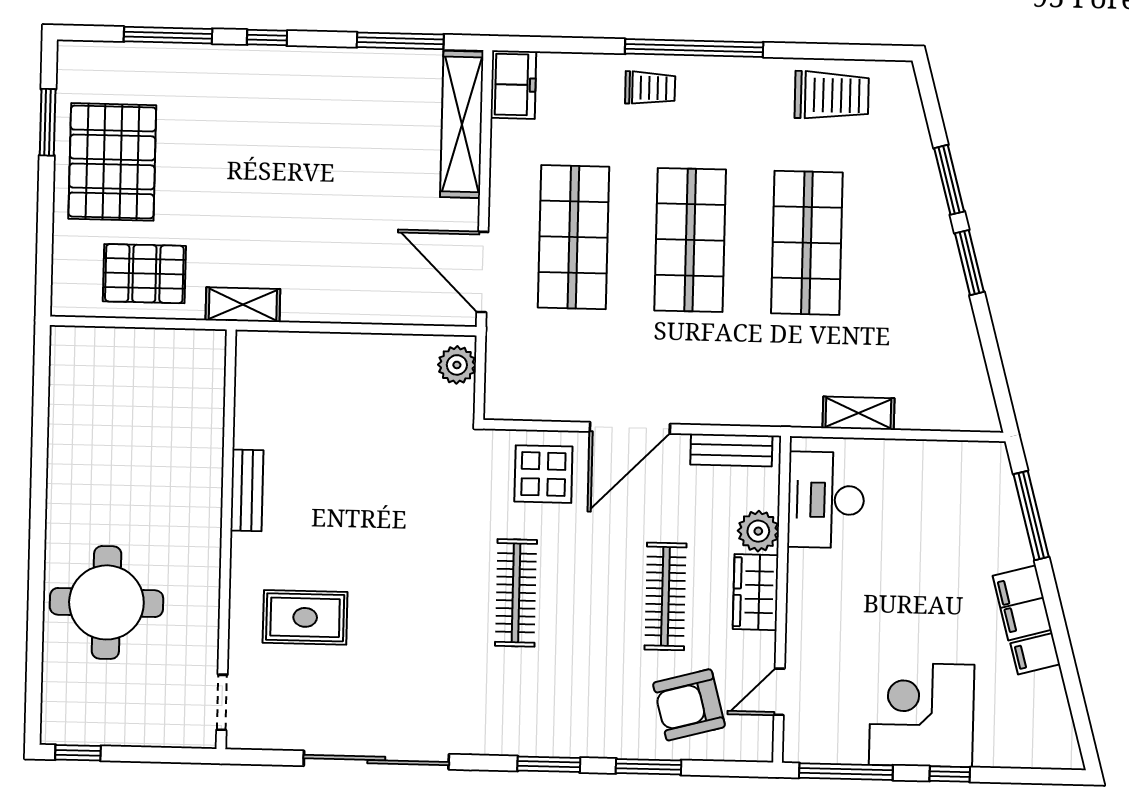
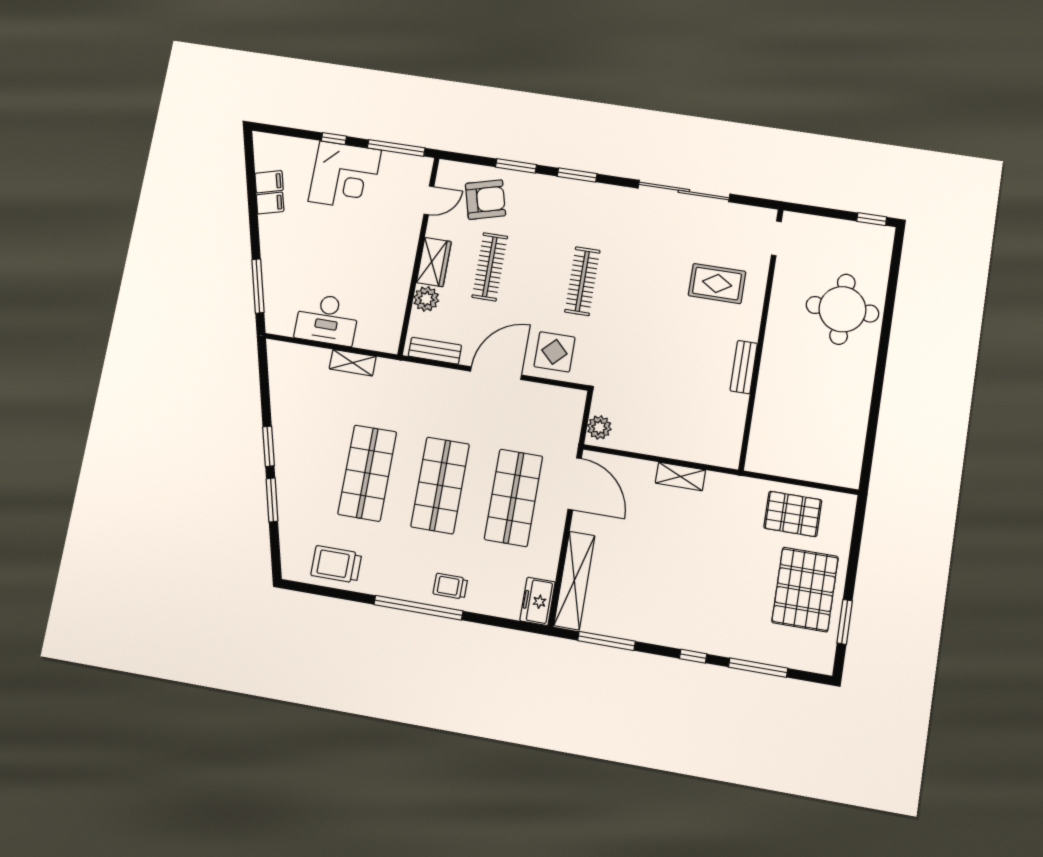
shelving: (243, 305) -> (680, 476), moved
desk: (826, 500) -> (327, 319), moved, turned 90
filing cabinet: (1022, 603) -> (269, 182), moved, width x0.50

